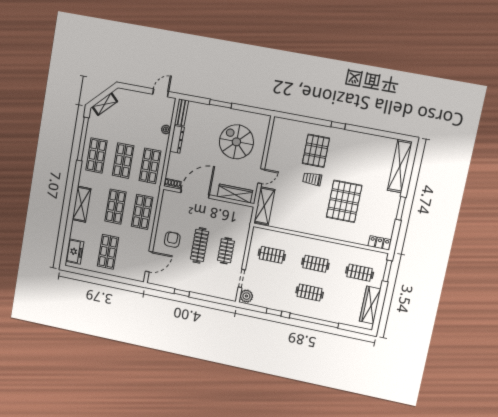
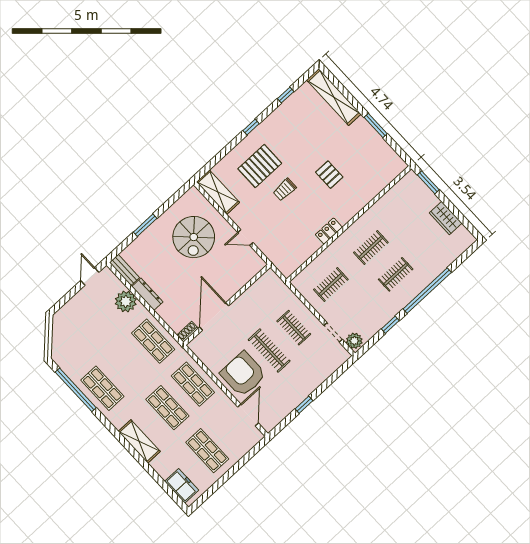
shelving: (105, 104) -> (58, 341), removed
plant: (166, 129) -> (126, 301), width x1.88, depth x1.88
window: (377, 133) -> (286, 95), added
spiral stairs: (236, 142) -> (194, 237), turned -90
pallet: (316, 151) -> (260, 166), turned 90
shop shelf: (123, 161) -> (128, 365), removed
door: (261, 176) -> (245, 237), swing flipped
wardrobe: (235, 193) -> (243, 276), removed
pallet: (344, 201) -> (329, 175), width x0.49, depth x0.50
shelving: (264, 206) -> (218, 192), moved
armchair: (172, 240) -> (243, 374), width x1.88, depth x1.88
locker: (379, 243) -> (329, 231), moved
clothes rail: (360, 273) -> (411, 211), removed
wardrobe: (370, 305) -> (446, 218), width x0.67

